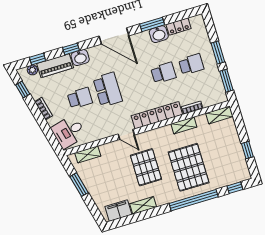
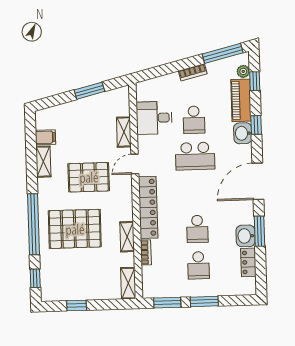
window: (23, 90) -> (223, 53), width x2.17
desk: (69, 132) -> (154, 118), moved, turned -76
shelving: (88, 154) -> (124, 132), moved
filing cabinet: (118, 211) -> (45, 137), width x0.50

